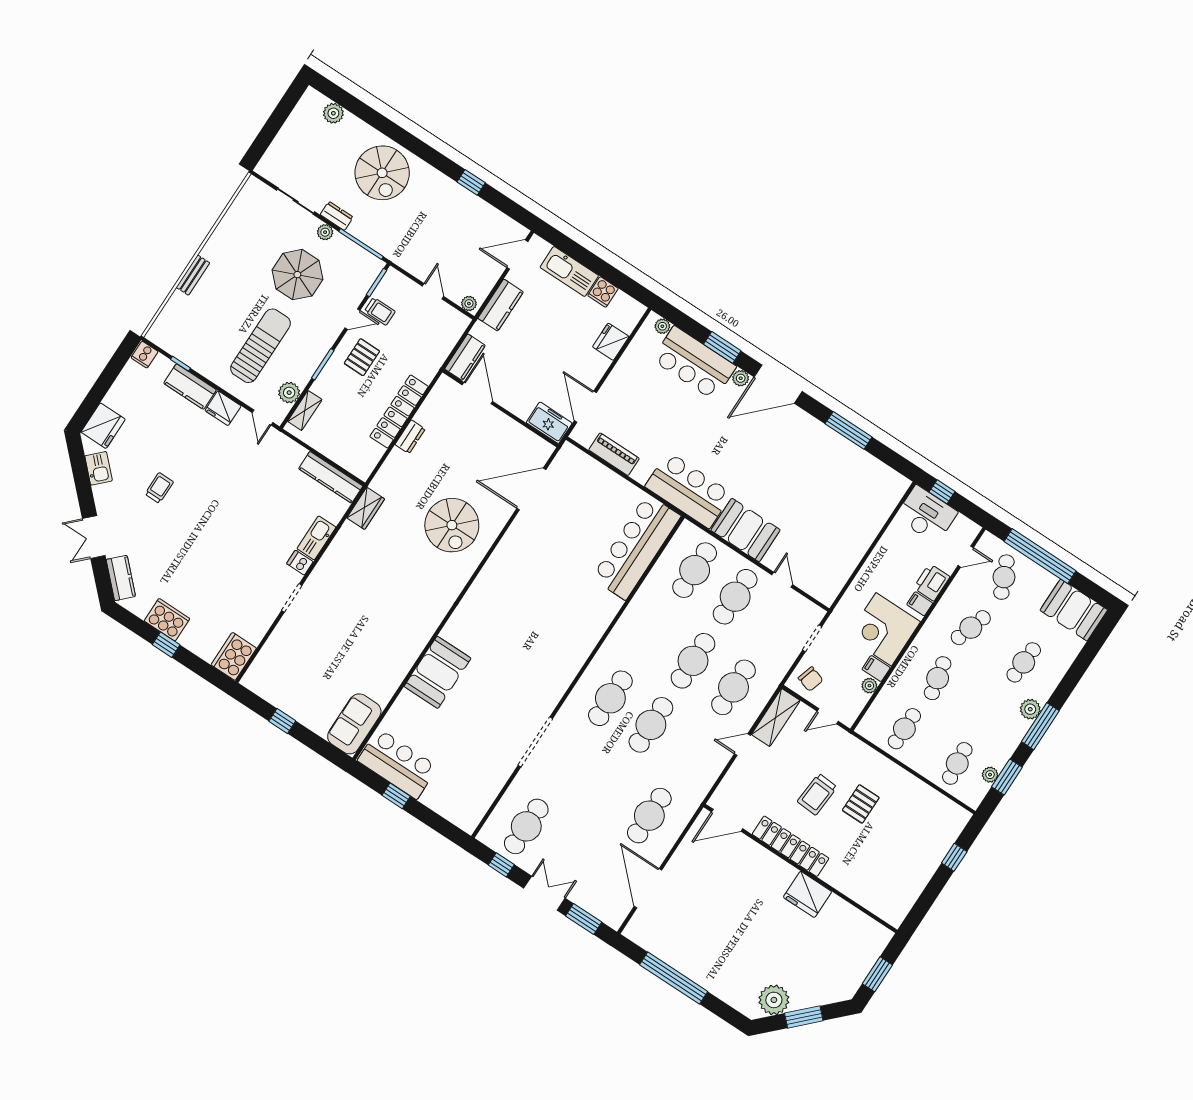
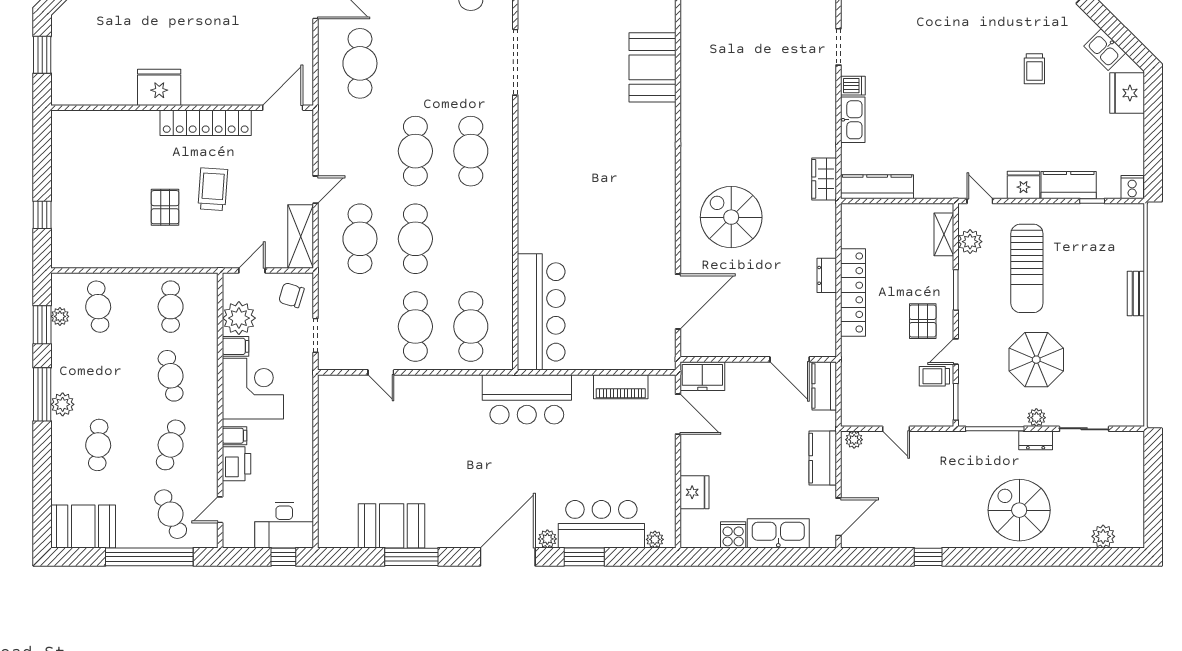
booth: (745, 530) -> (392, 526), moved
plant: (869, 686) -> (239, 318), width x1.88, depth x1.88

